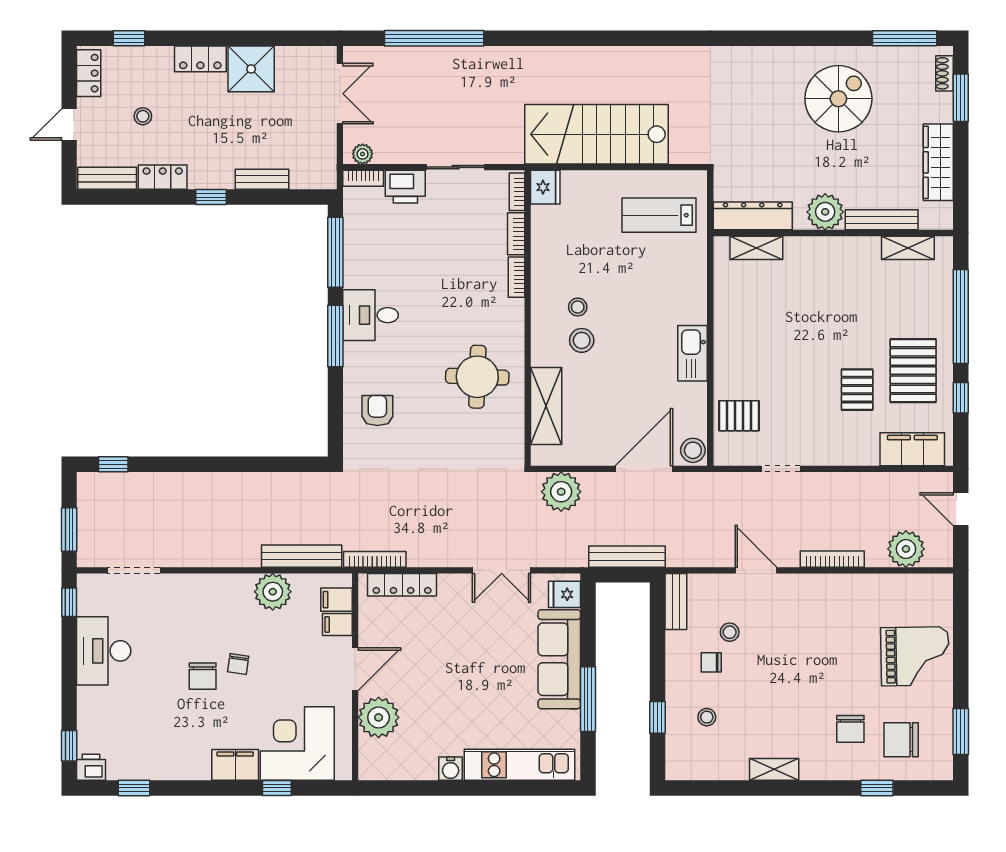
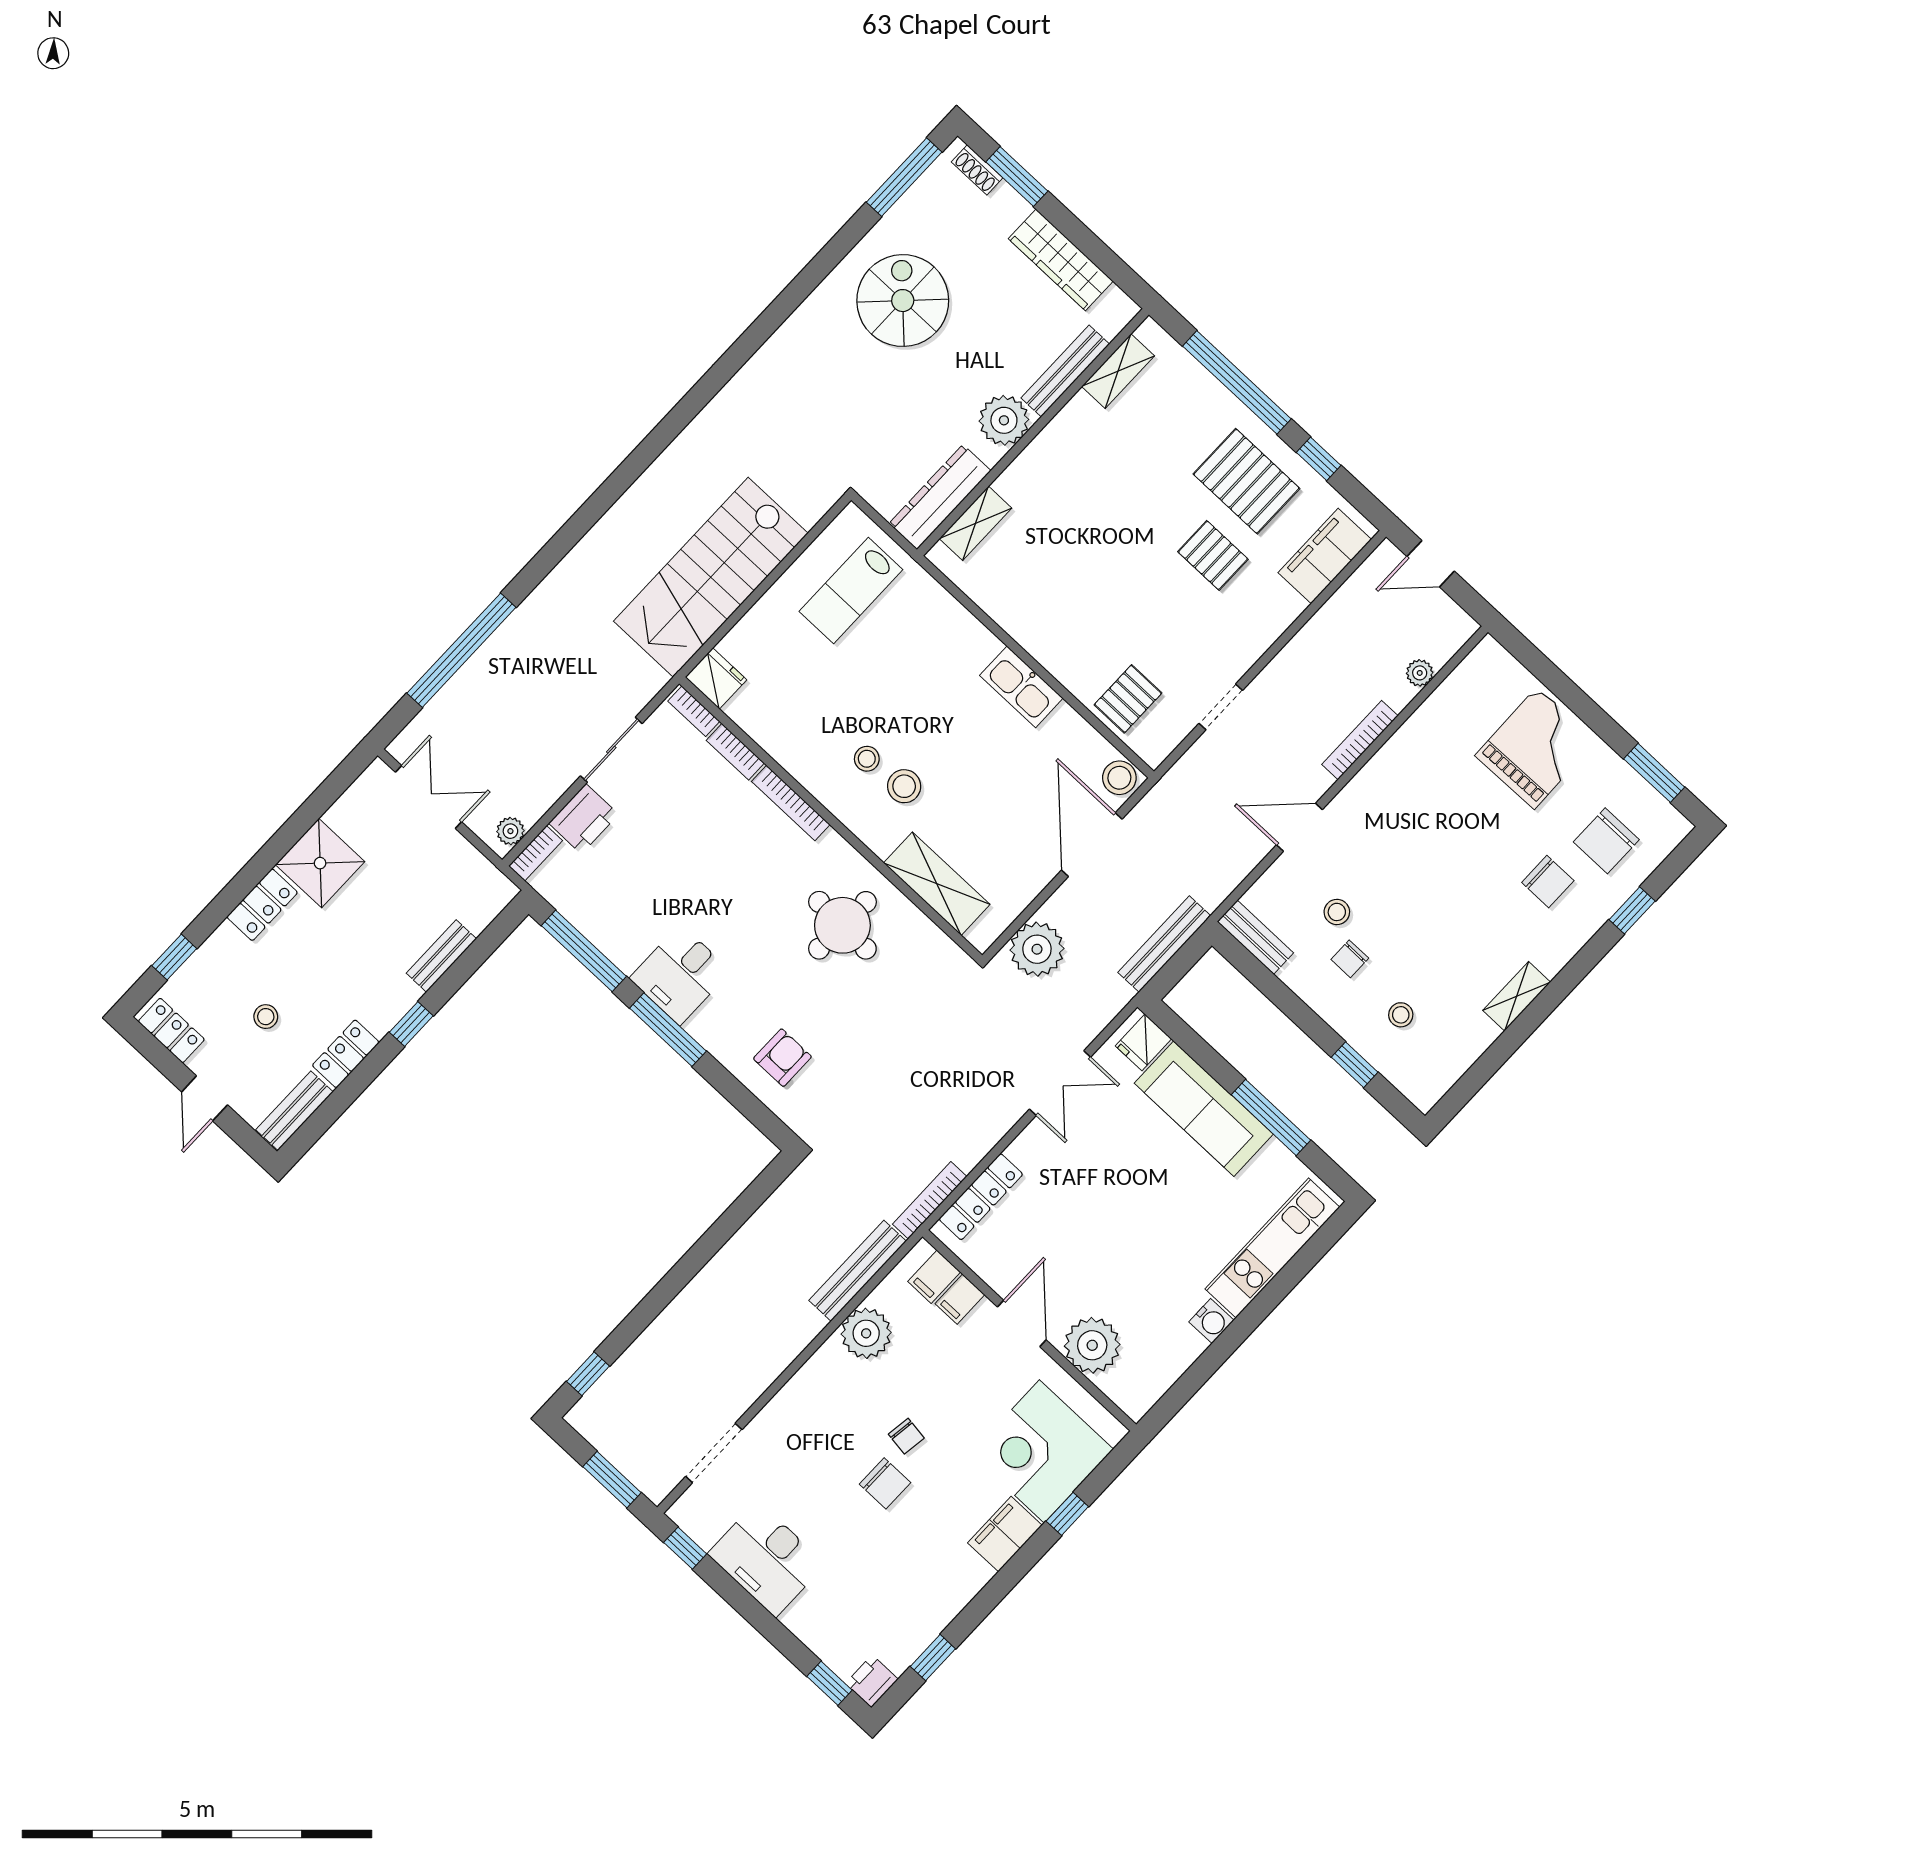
bookcase: (516, 277) -> (791, 803), width x1.56
armchair: (377, 411) -> (782, 1058), turned 90
plant: (906, 549) -> (1420, 673), width x0.53, depth x0.53

